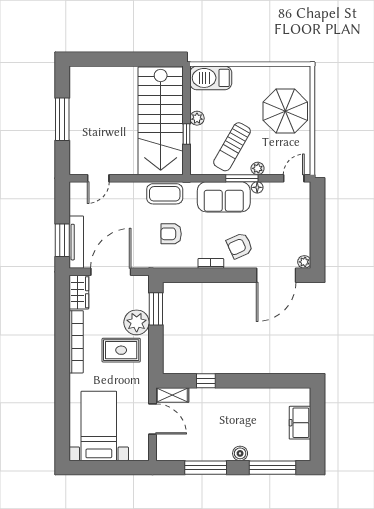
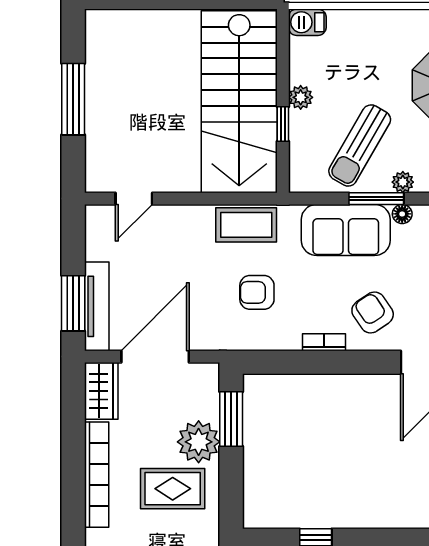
barbecue: (211, 78) -> (307, 22), width x0.53, depth x0.65
armchair: (240, 246) -> (373, 312), turned 80

